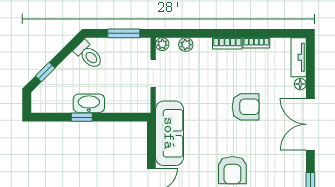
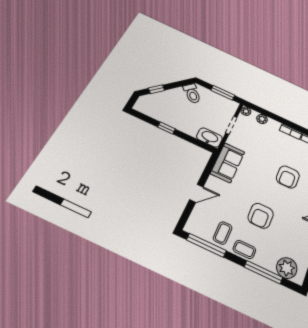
washbasin: (89, 103) -> (209, 137), moved
armchair: (246, 107) -> (288, 177), turned 90
sofa: (169, 133) -> (228, 163), width x0.73

